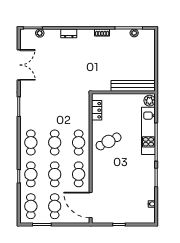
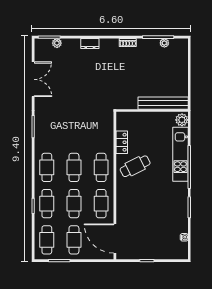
locker: (97, 110) -> (122, 142), moved

